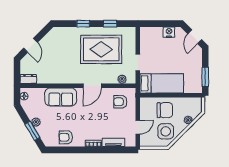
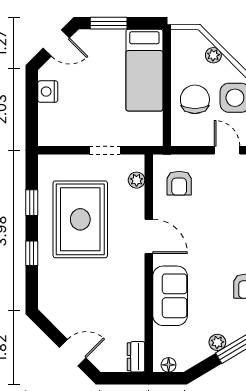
window: (205, 77) -> (109, 23), moved
bed: (162, 83) -> (144, 70), moved, turned 180

